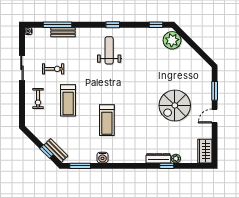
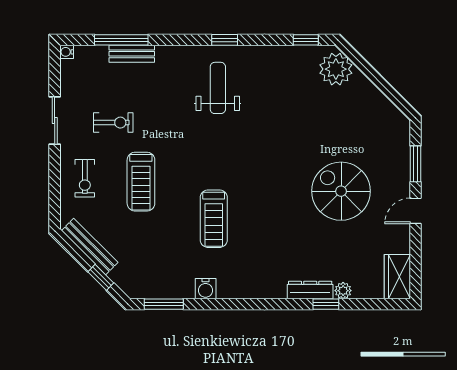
spiral stairs: (175, 105) -> (341, 191), turned 90
bench: (56, 150) -> (90, 246), moved, width x1.36

